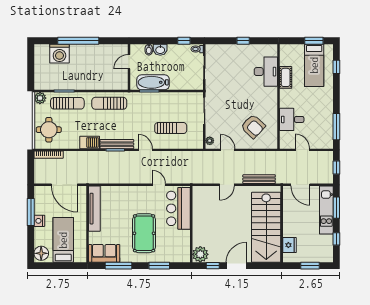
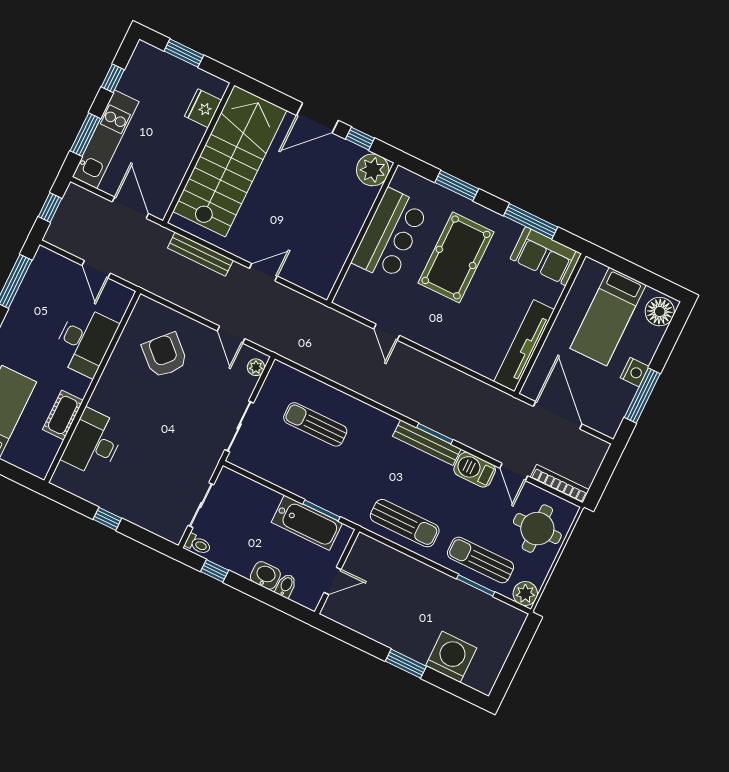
window: (78, 41) -> (406, 664), width x0.47
desk: (292, 119) -> (85, 341), width x1.37
door: (145, 150) -> (514, 472), moved
bar counter: (178, 208) -> (390, 235), moved

